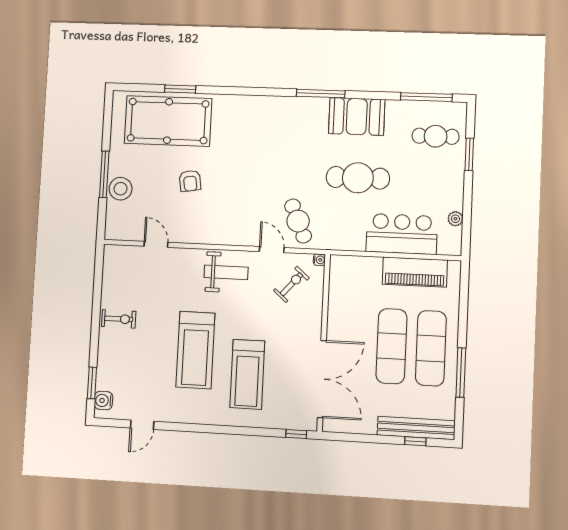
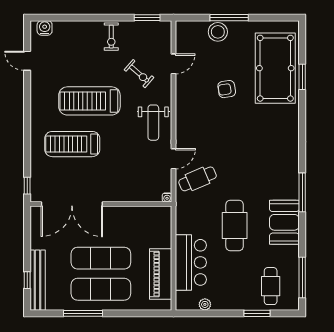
exercise bike: (292, 284) -> (139, 74), moved
window: (92, 383) -> (147, 18), moved

